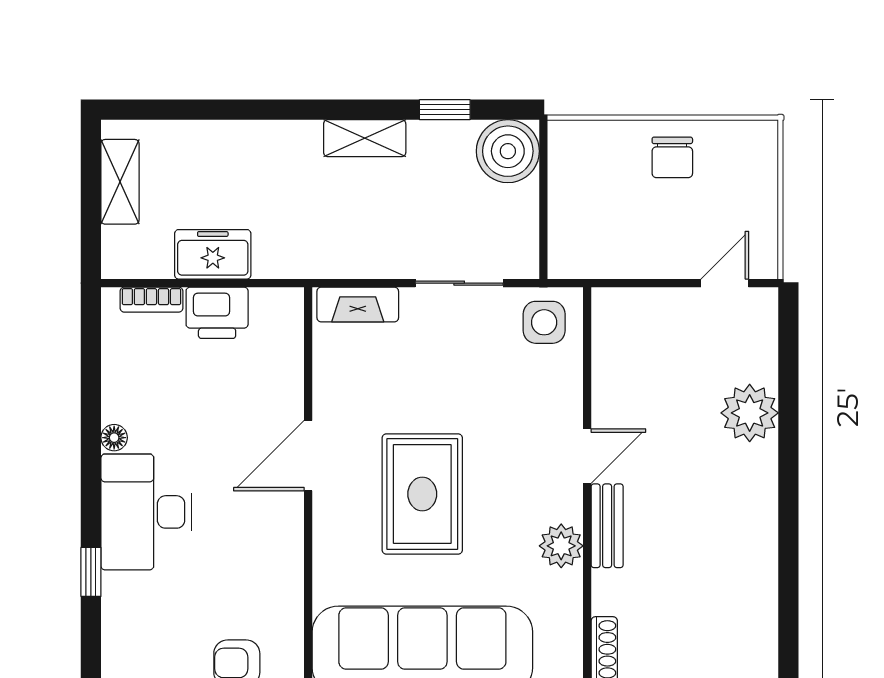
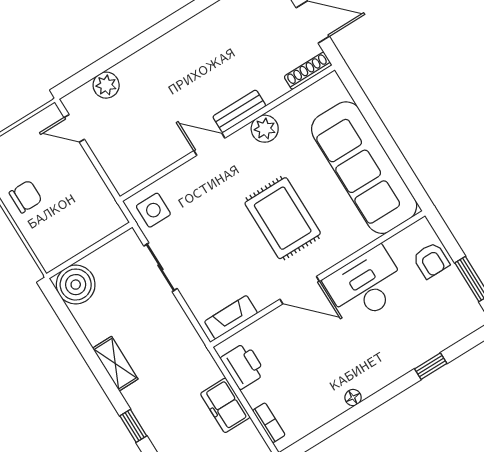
window: (445, 110) -> (133, 426), moved
fireplace: (358, 304) -> (231, 317), moved, turned -90
printer: (217, 313) -> (243, 366), moved
plant: (750, 413) -> (106, 85), moved, width x0.73, depth x0.73
rug: (422, 494) -> (283, 218), turned 90
desk: (146, 512) -> (366, 285), moved, turned 180

